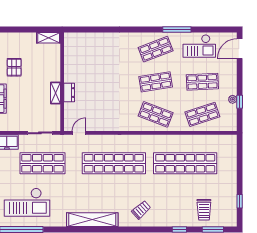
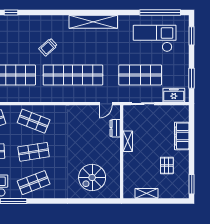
shelving: (49, 38) -> (146, 193), moved
spiral stairs: (93, 55) -> (92, 178), added
dresser: (69, 93) -> (115, 128), moved
trolley: (141, 210) -> (48, 47), moved

